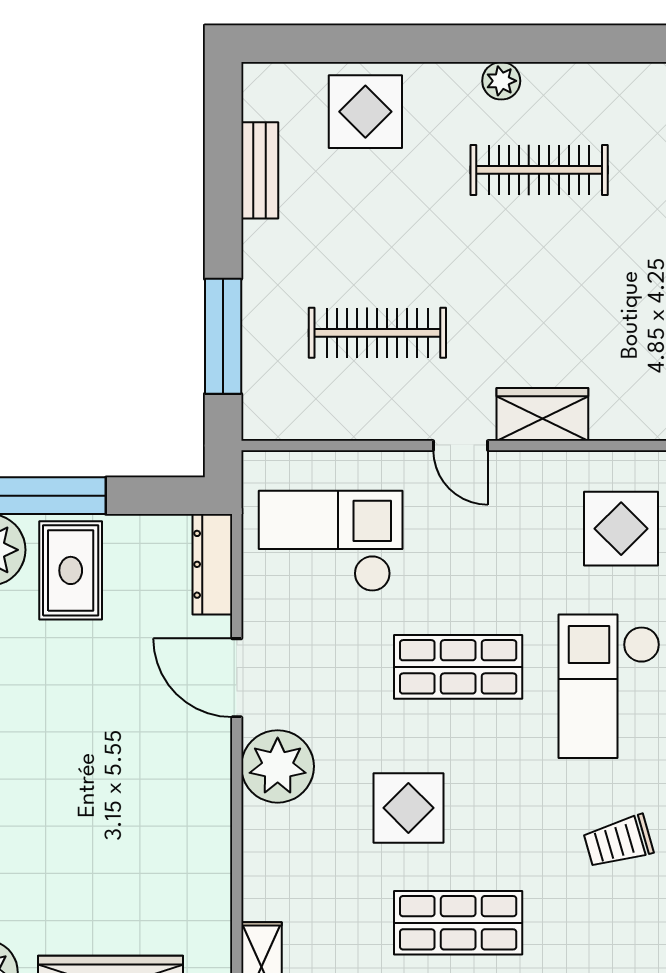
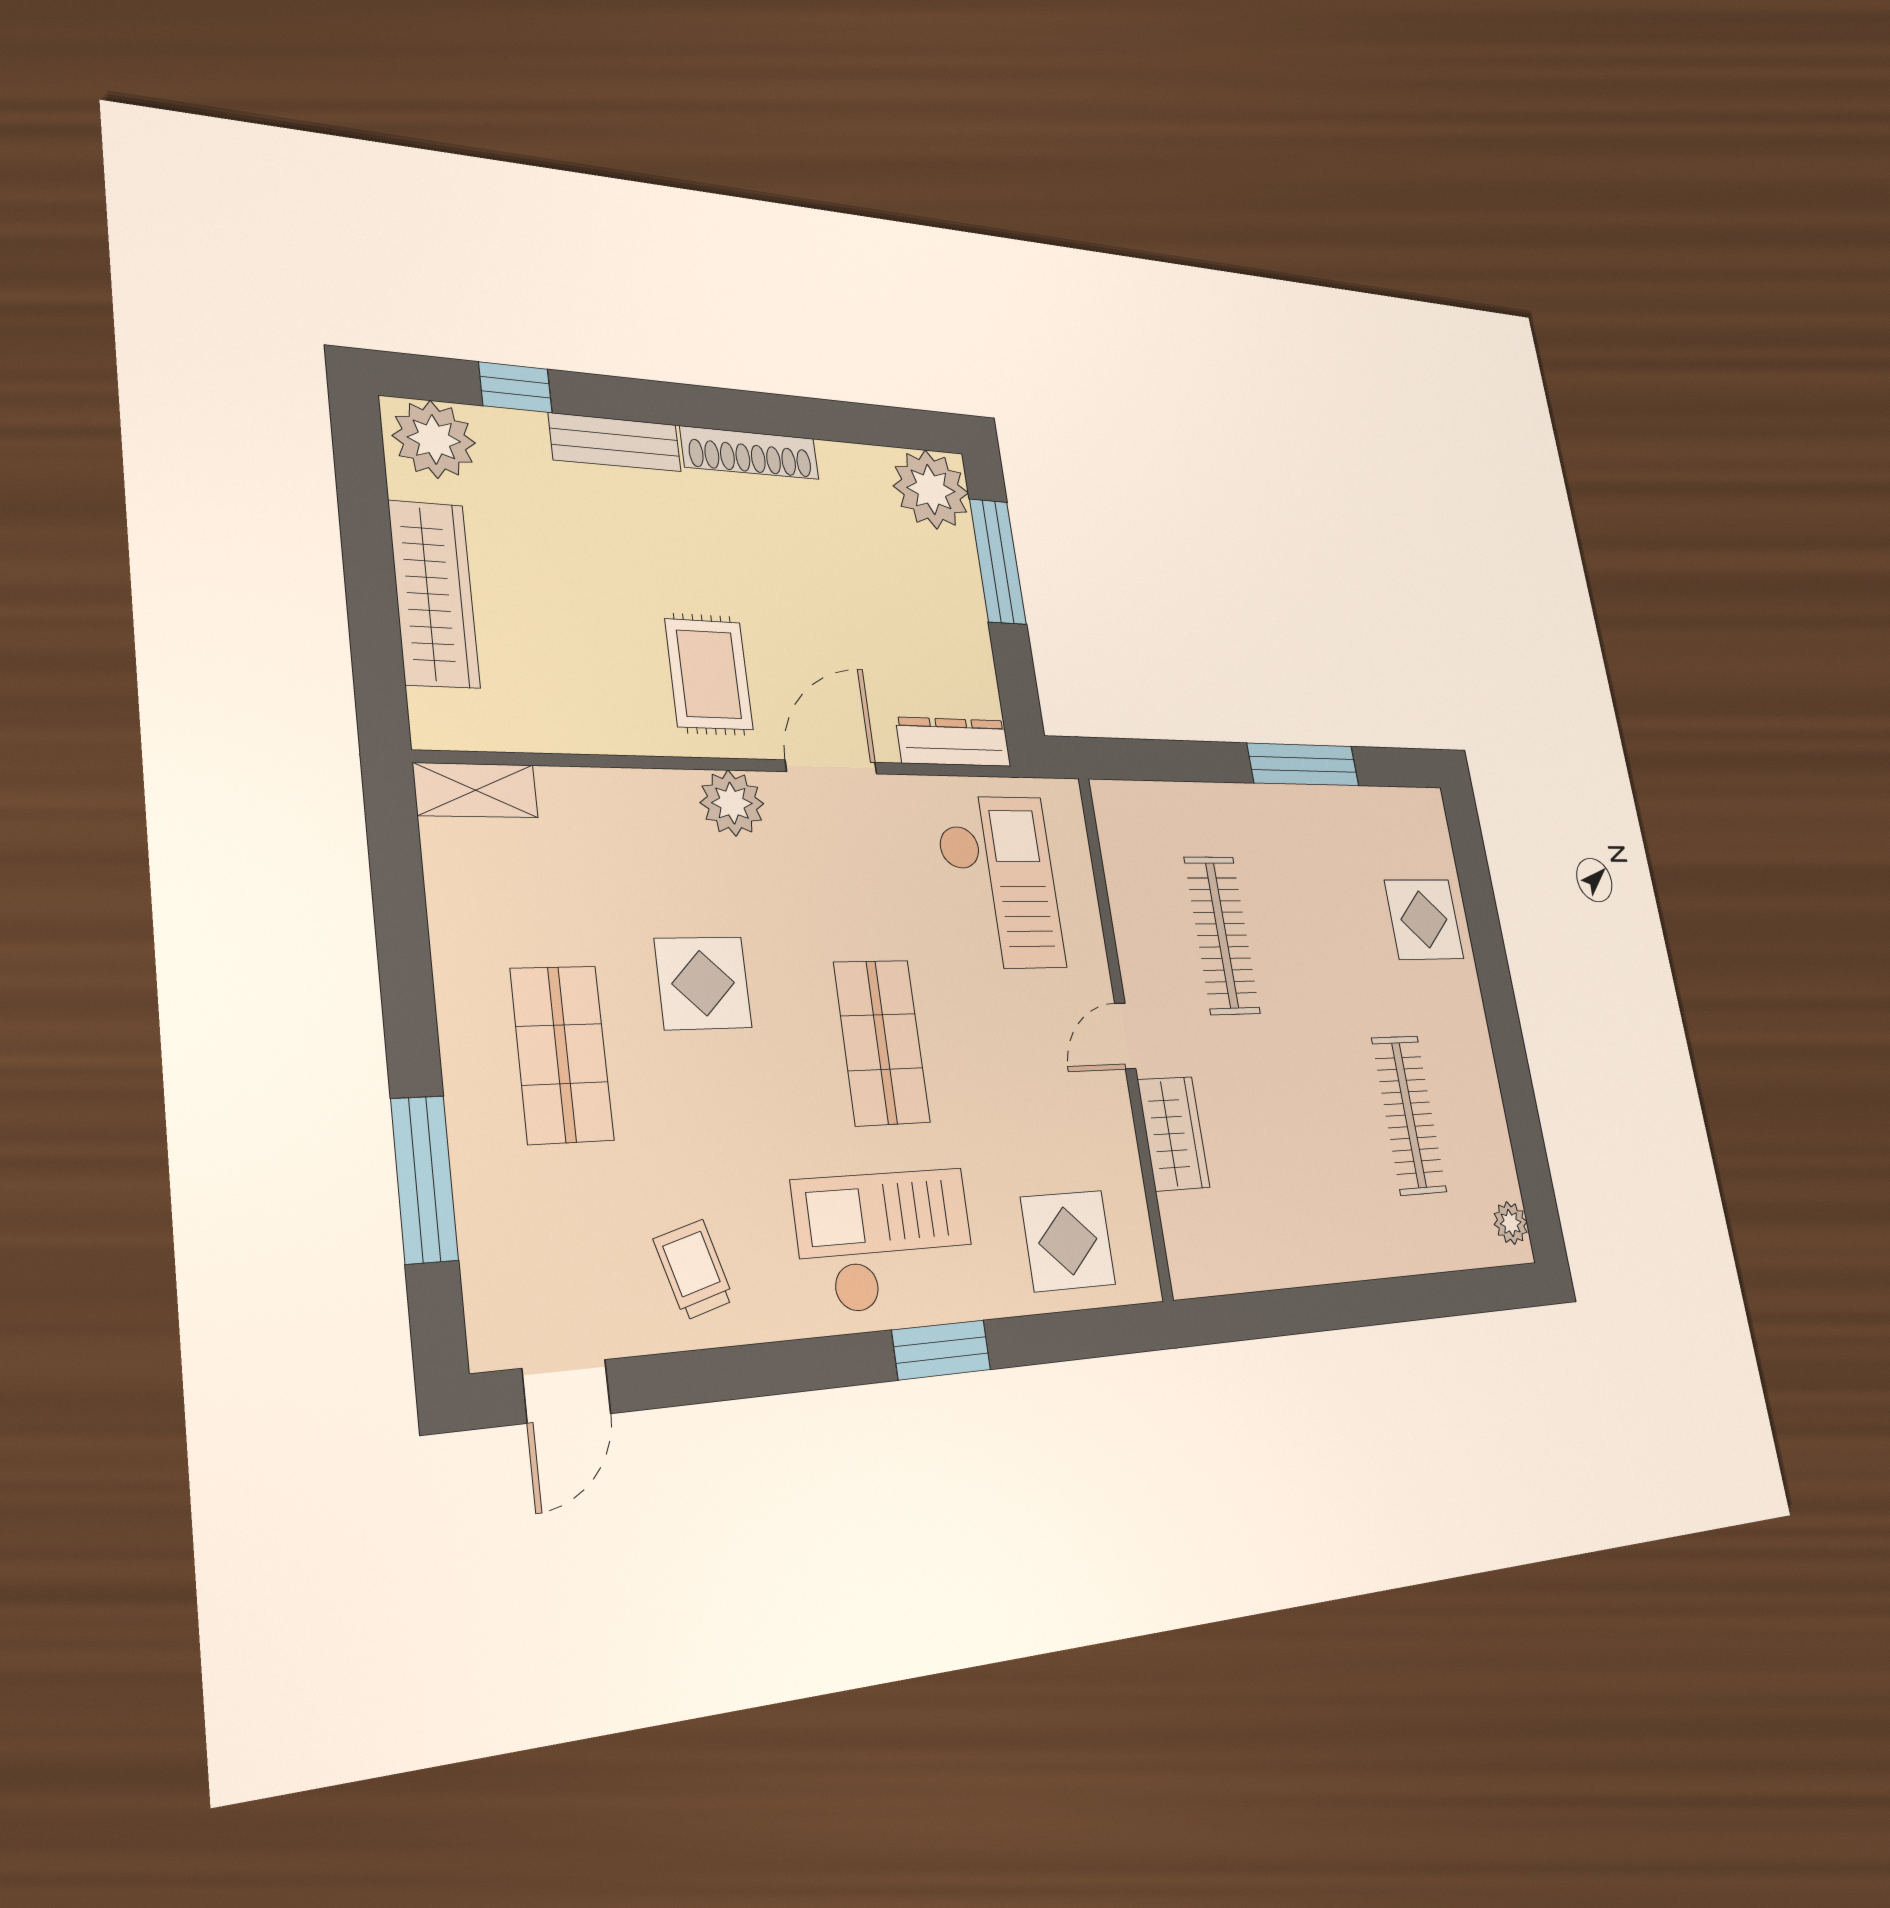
plant: (501, 81) -> (1511, 1223), moved
bench: (260, 170) -> (1350, 805), removed
window: (223, 336) -> (1303, 764), moved
rug: (71, 570) -> (709, 674), moved, turned 90
plant: (278, 766) -> (732, 803), width x0.73, depth x0.73

